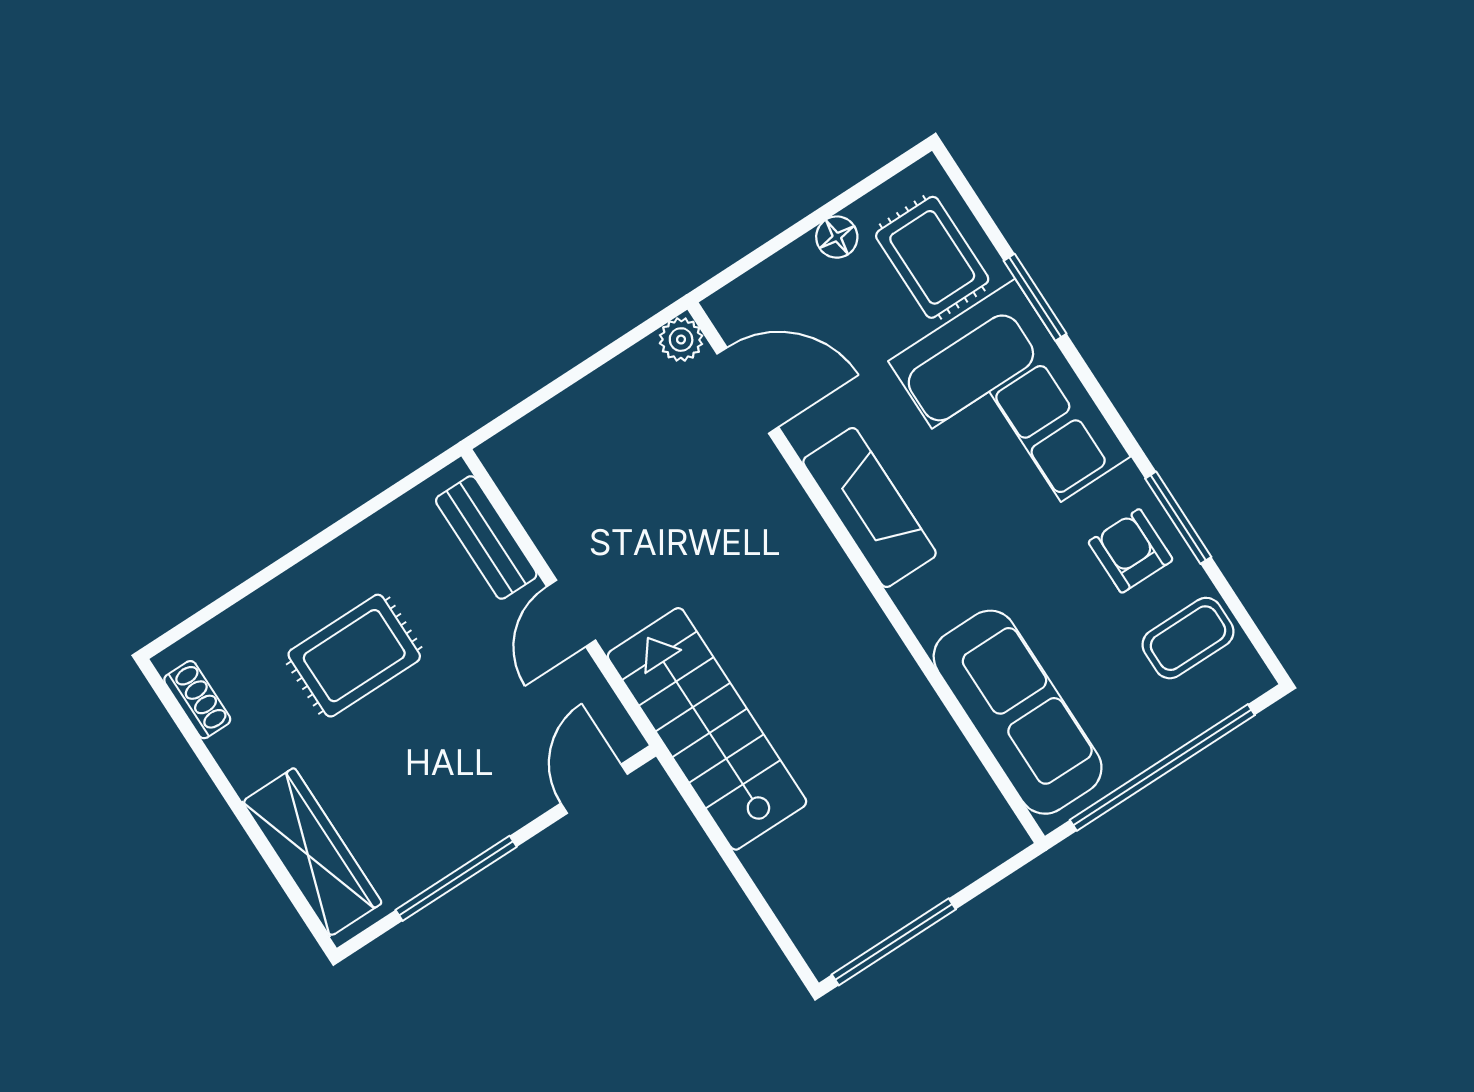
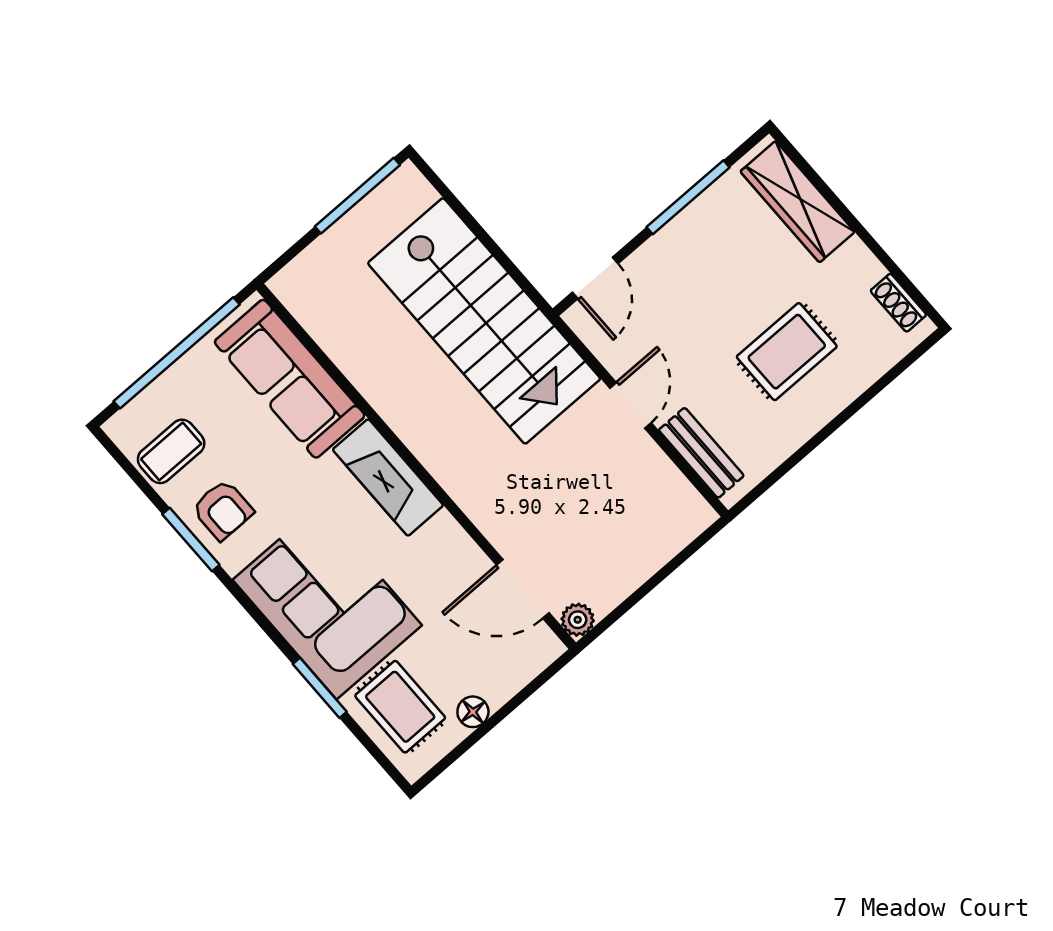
fireplace: (870, 508) -> (388, 477), moved
stairs: (707, 729) -> (484, 321), width x1.36, depth x1.51

